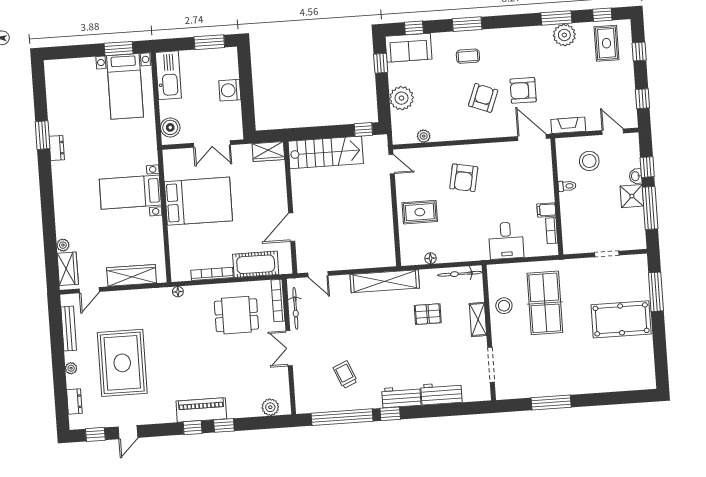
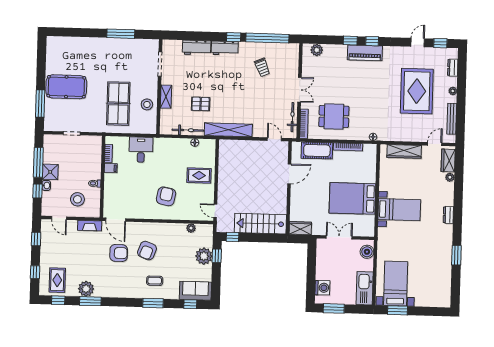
window: (381, 63) -> (217, 256), moved
washing machine: (230, 90) -> (322, 288), moved
dresser: (57, 148) -> (448, 215), moved
bicycle: (460, 274) -> (188, 130), moved

